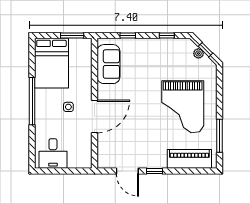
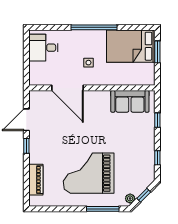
window: (72, 36) -> (157, 52), moved
plant: (198, 53) -> (130, 198), moved
door: (95, 116) -> (67, 88), moved
window: (220, 136) -> (103, 209), moved
piano: (189, 159) -> (36, 180), width x0.73, depth x0.75

